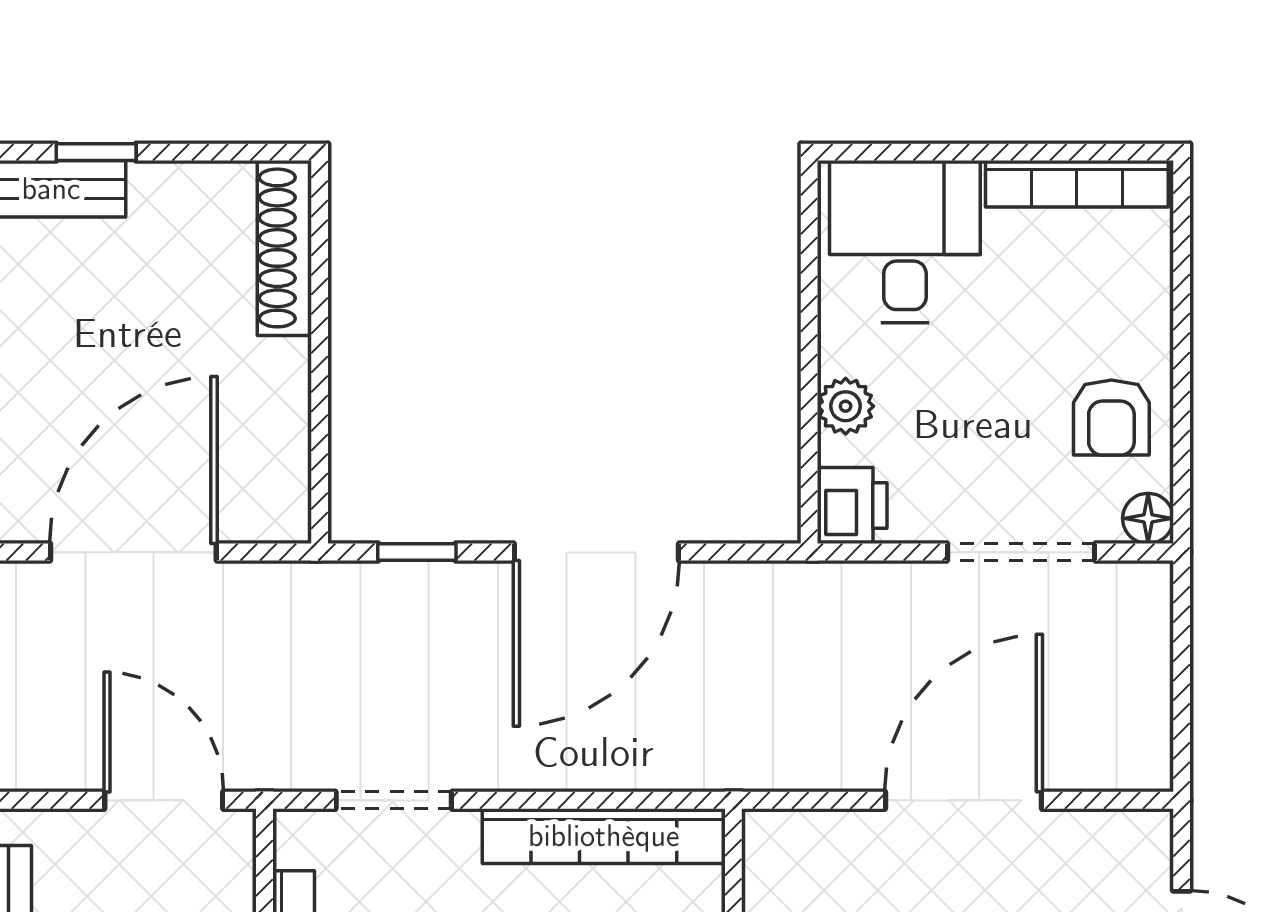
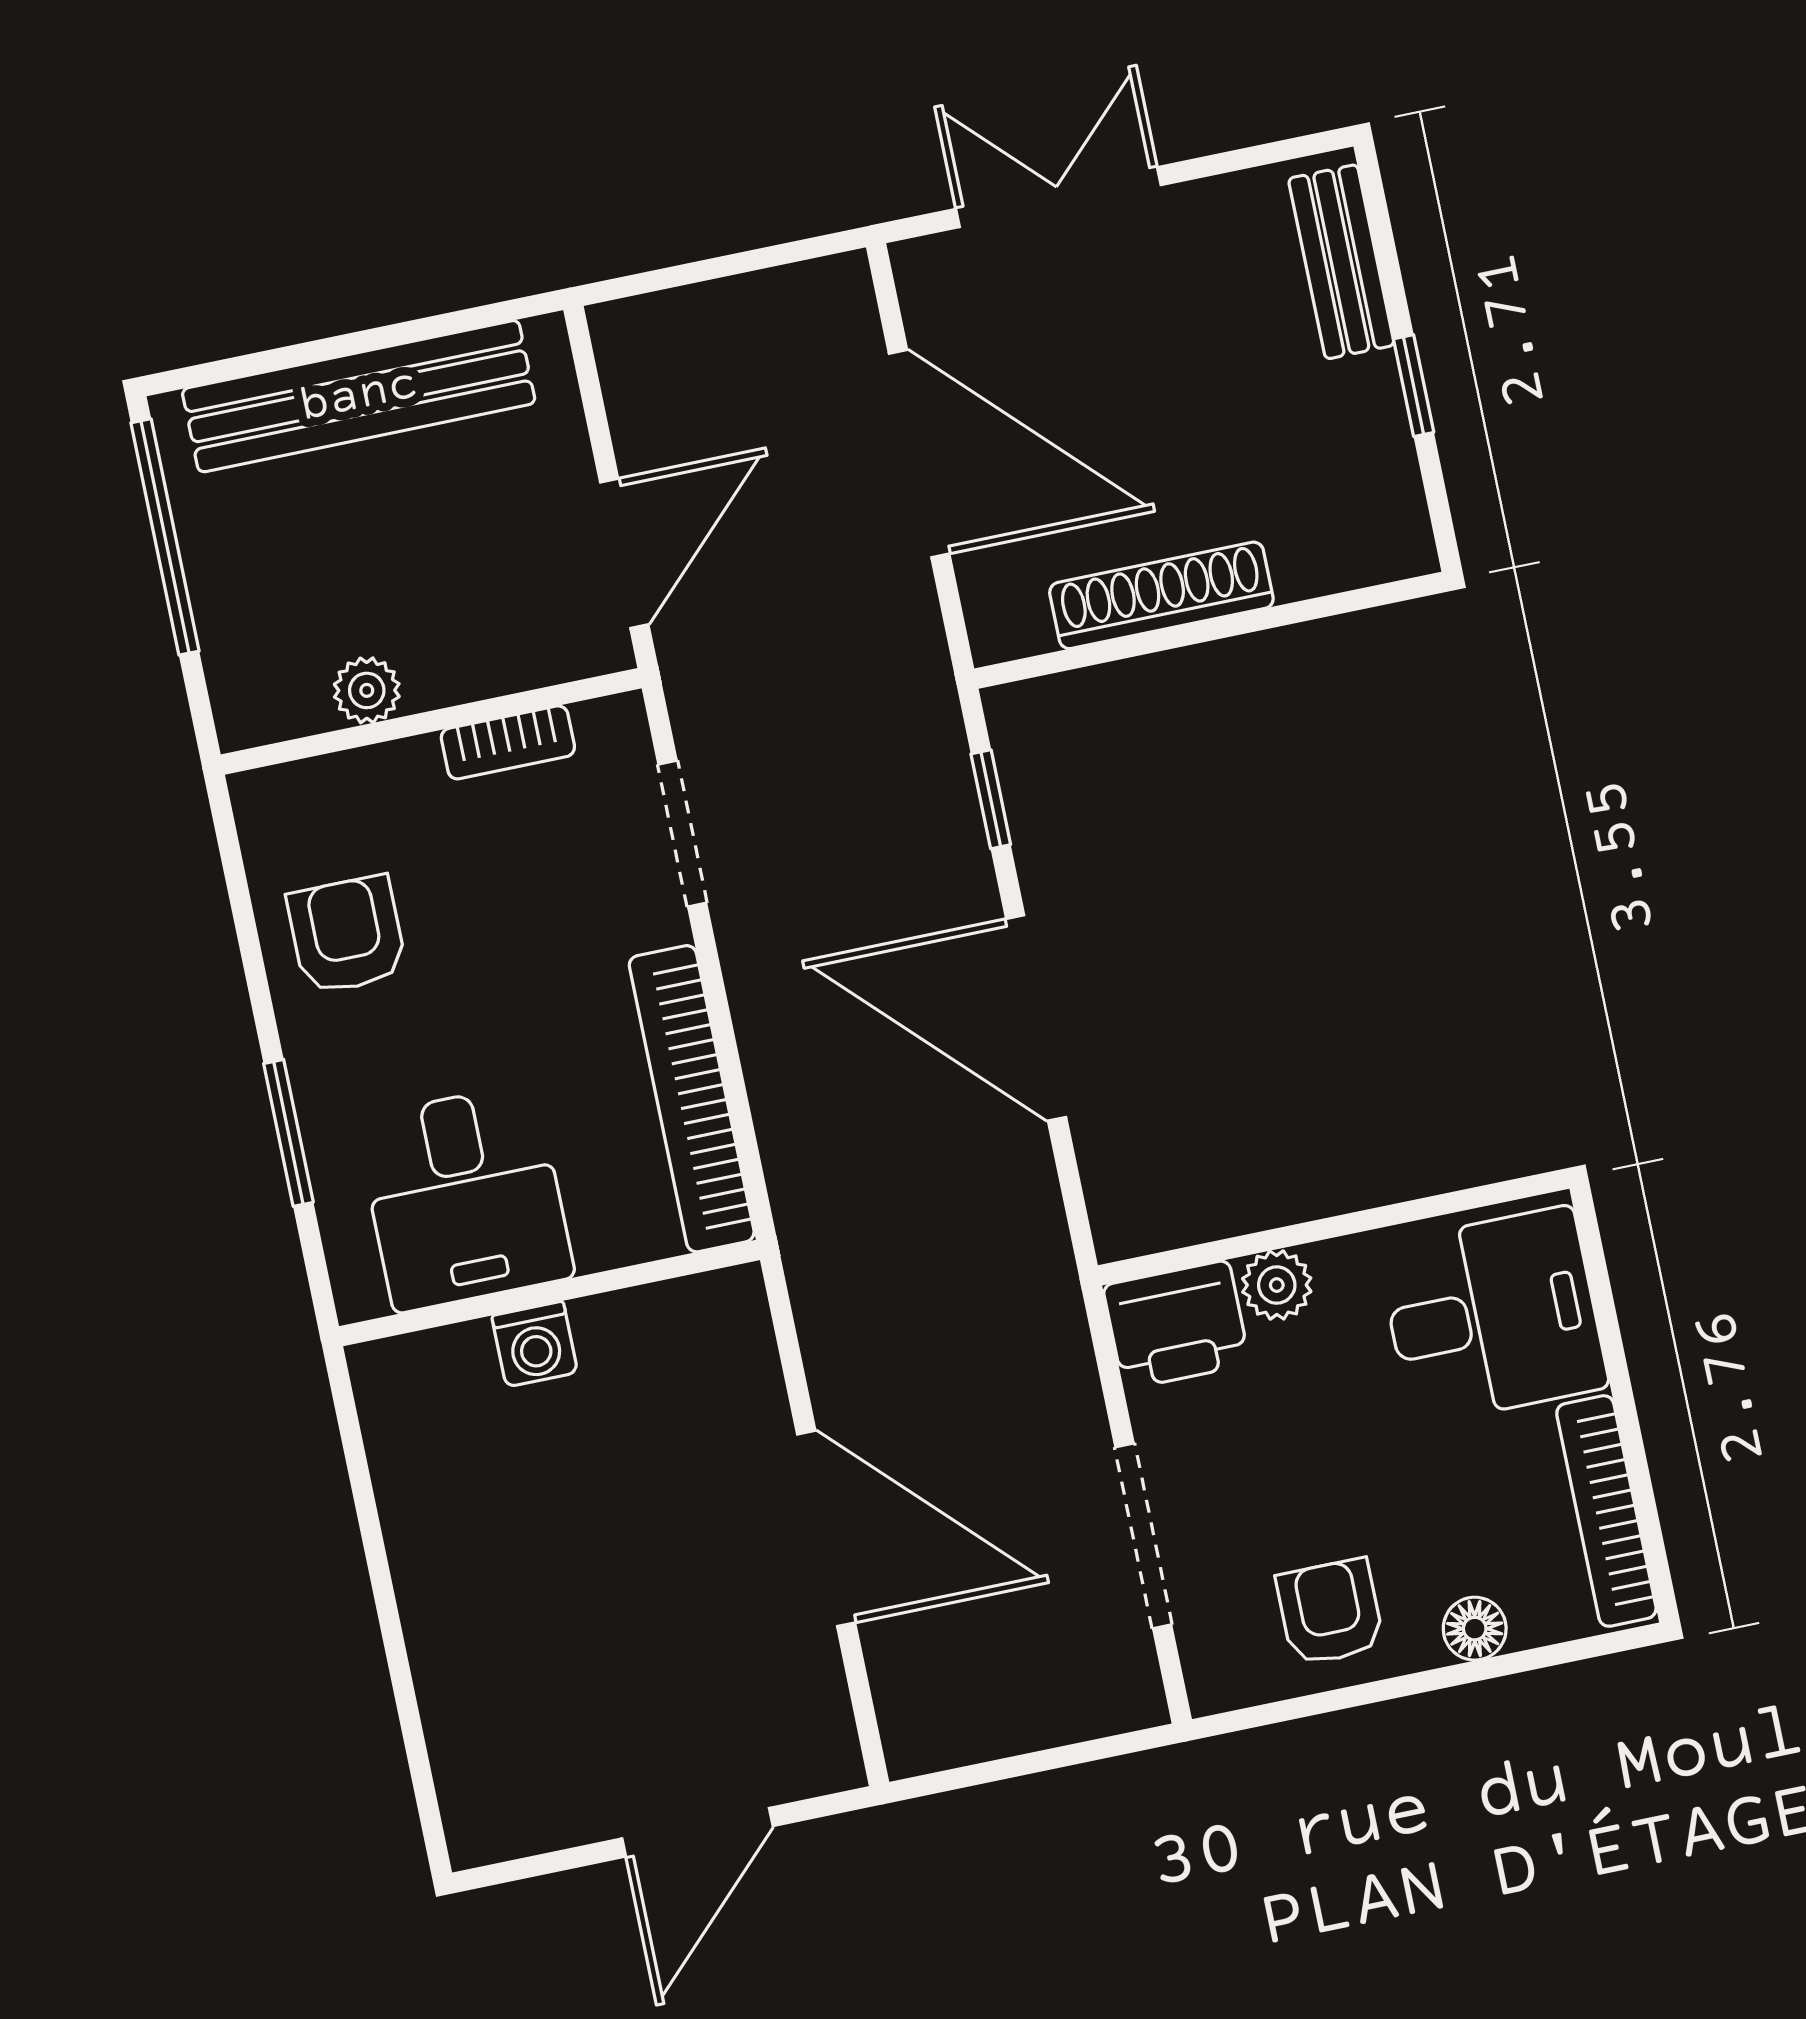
window: (96, 152) -> (1414, 386), moved
shoe rack: (284, 248) -> (1161, 595), moved
armchair: (1111, 418) -> (1330, 1612), turned 90
printer: (852, 506) -> (1176, 1325), width x1.36, depth x1.24
floor lamp: (1148, 518) -> (1475, 1629), moved

